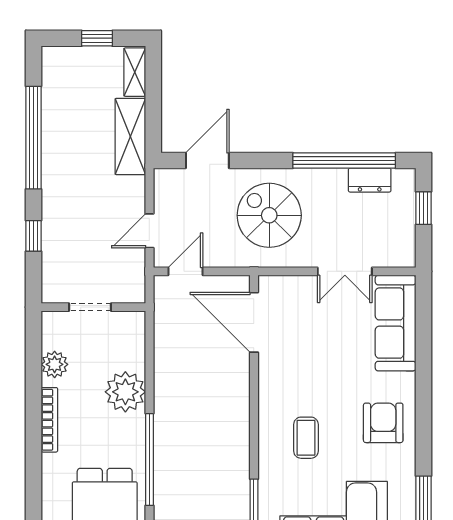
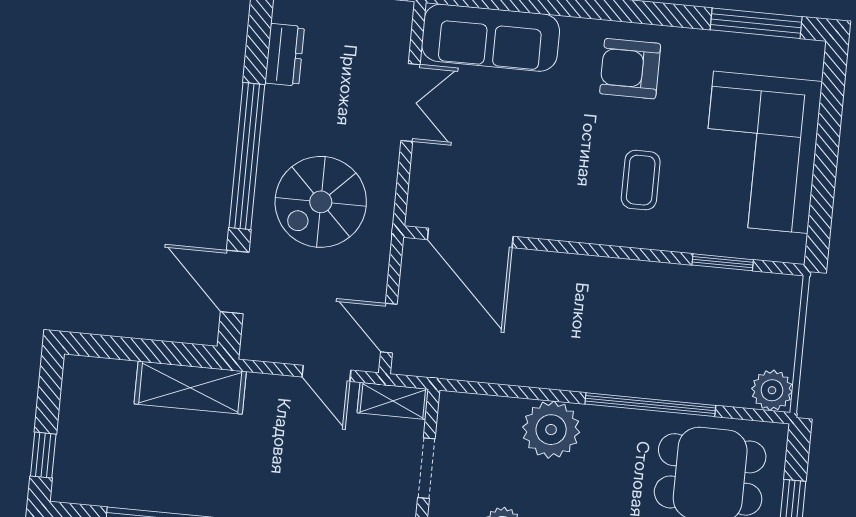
window: (97, 38) -> (43, 455), moved
shelving: (135, 72) -> (393, 401), moved
window: (344, 161) -> (247, 156), moved
door: (254, 322) -> (470, 238), hinge flipped
coffee table: (306, 438) -> (641, 180), turned 90

